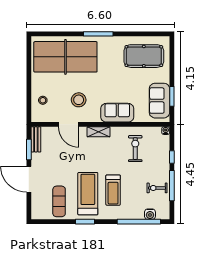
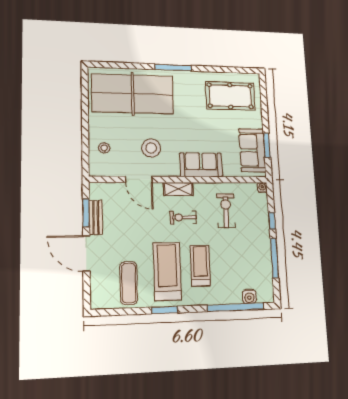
bench: (36, 139) -> (96, 217), moved
exercise bike: (157, 188) -> (183, 217), moved
treadmill: (113, 190) -> (200, 266), turned 180

